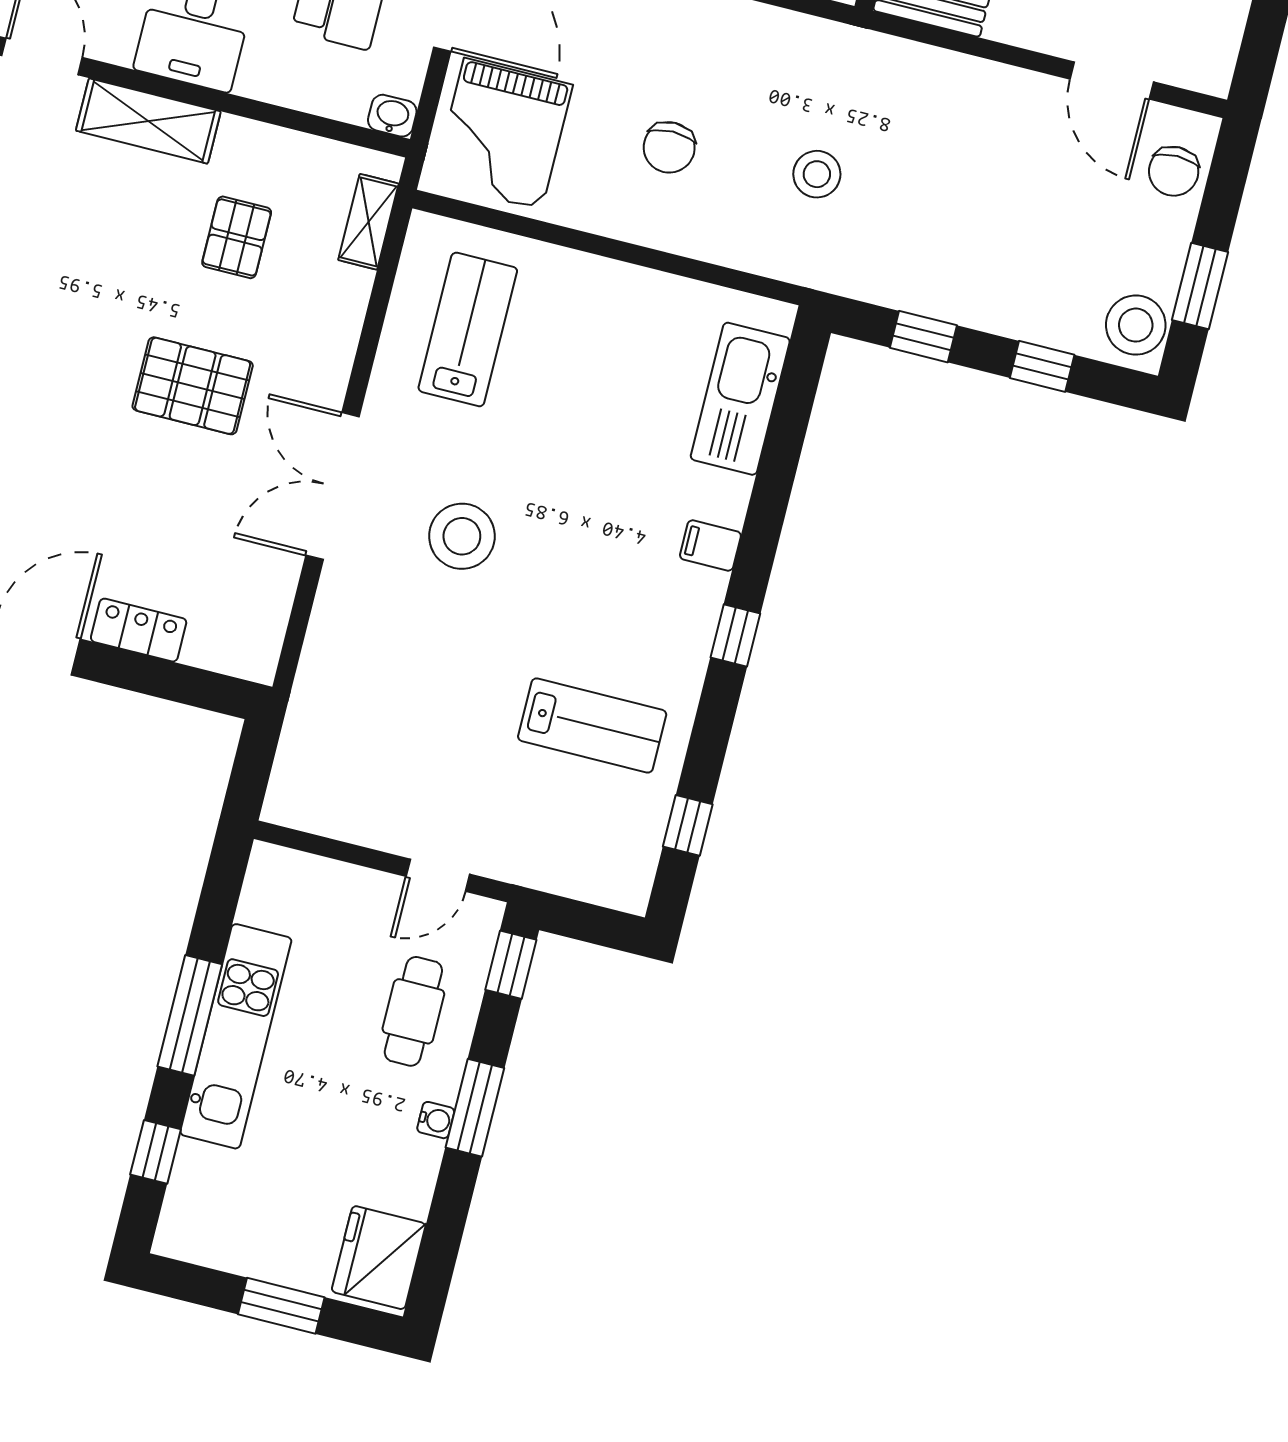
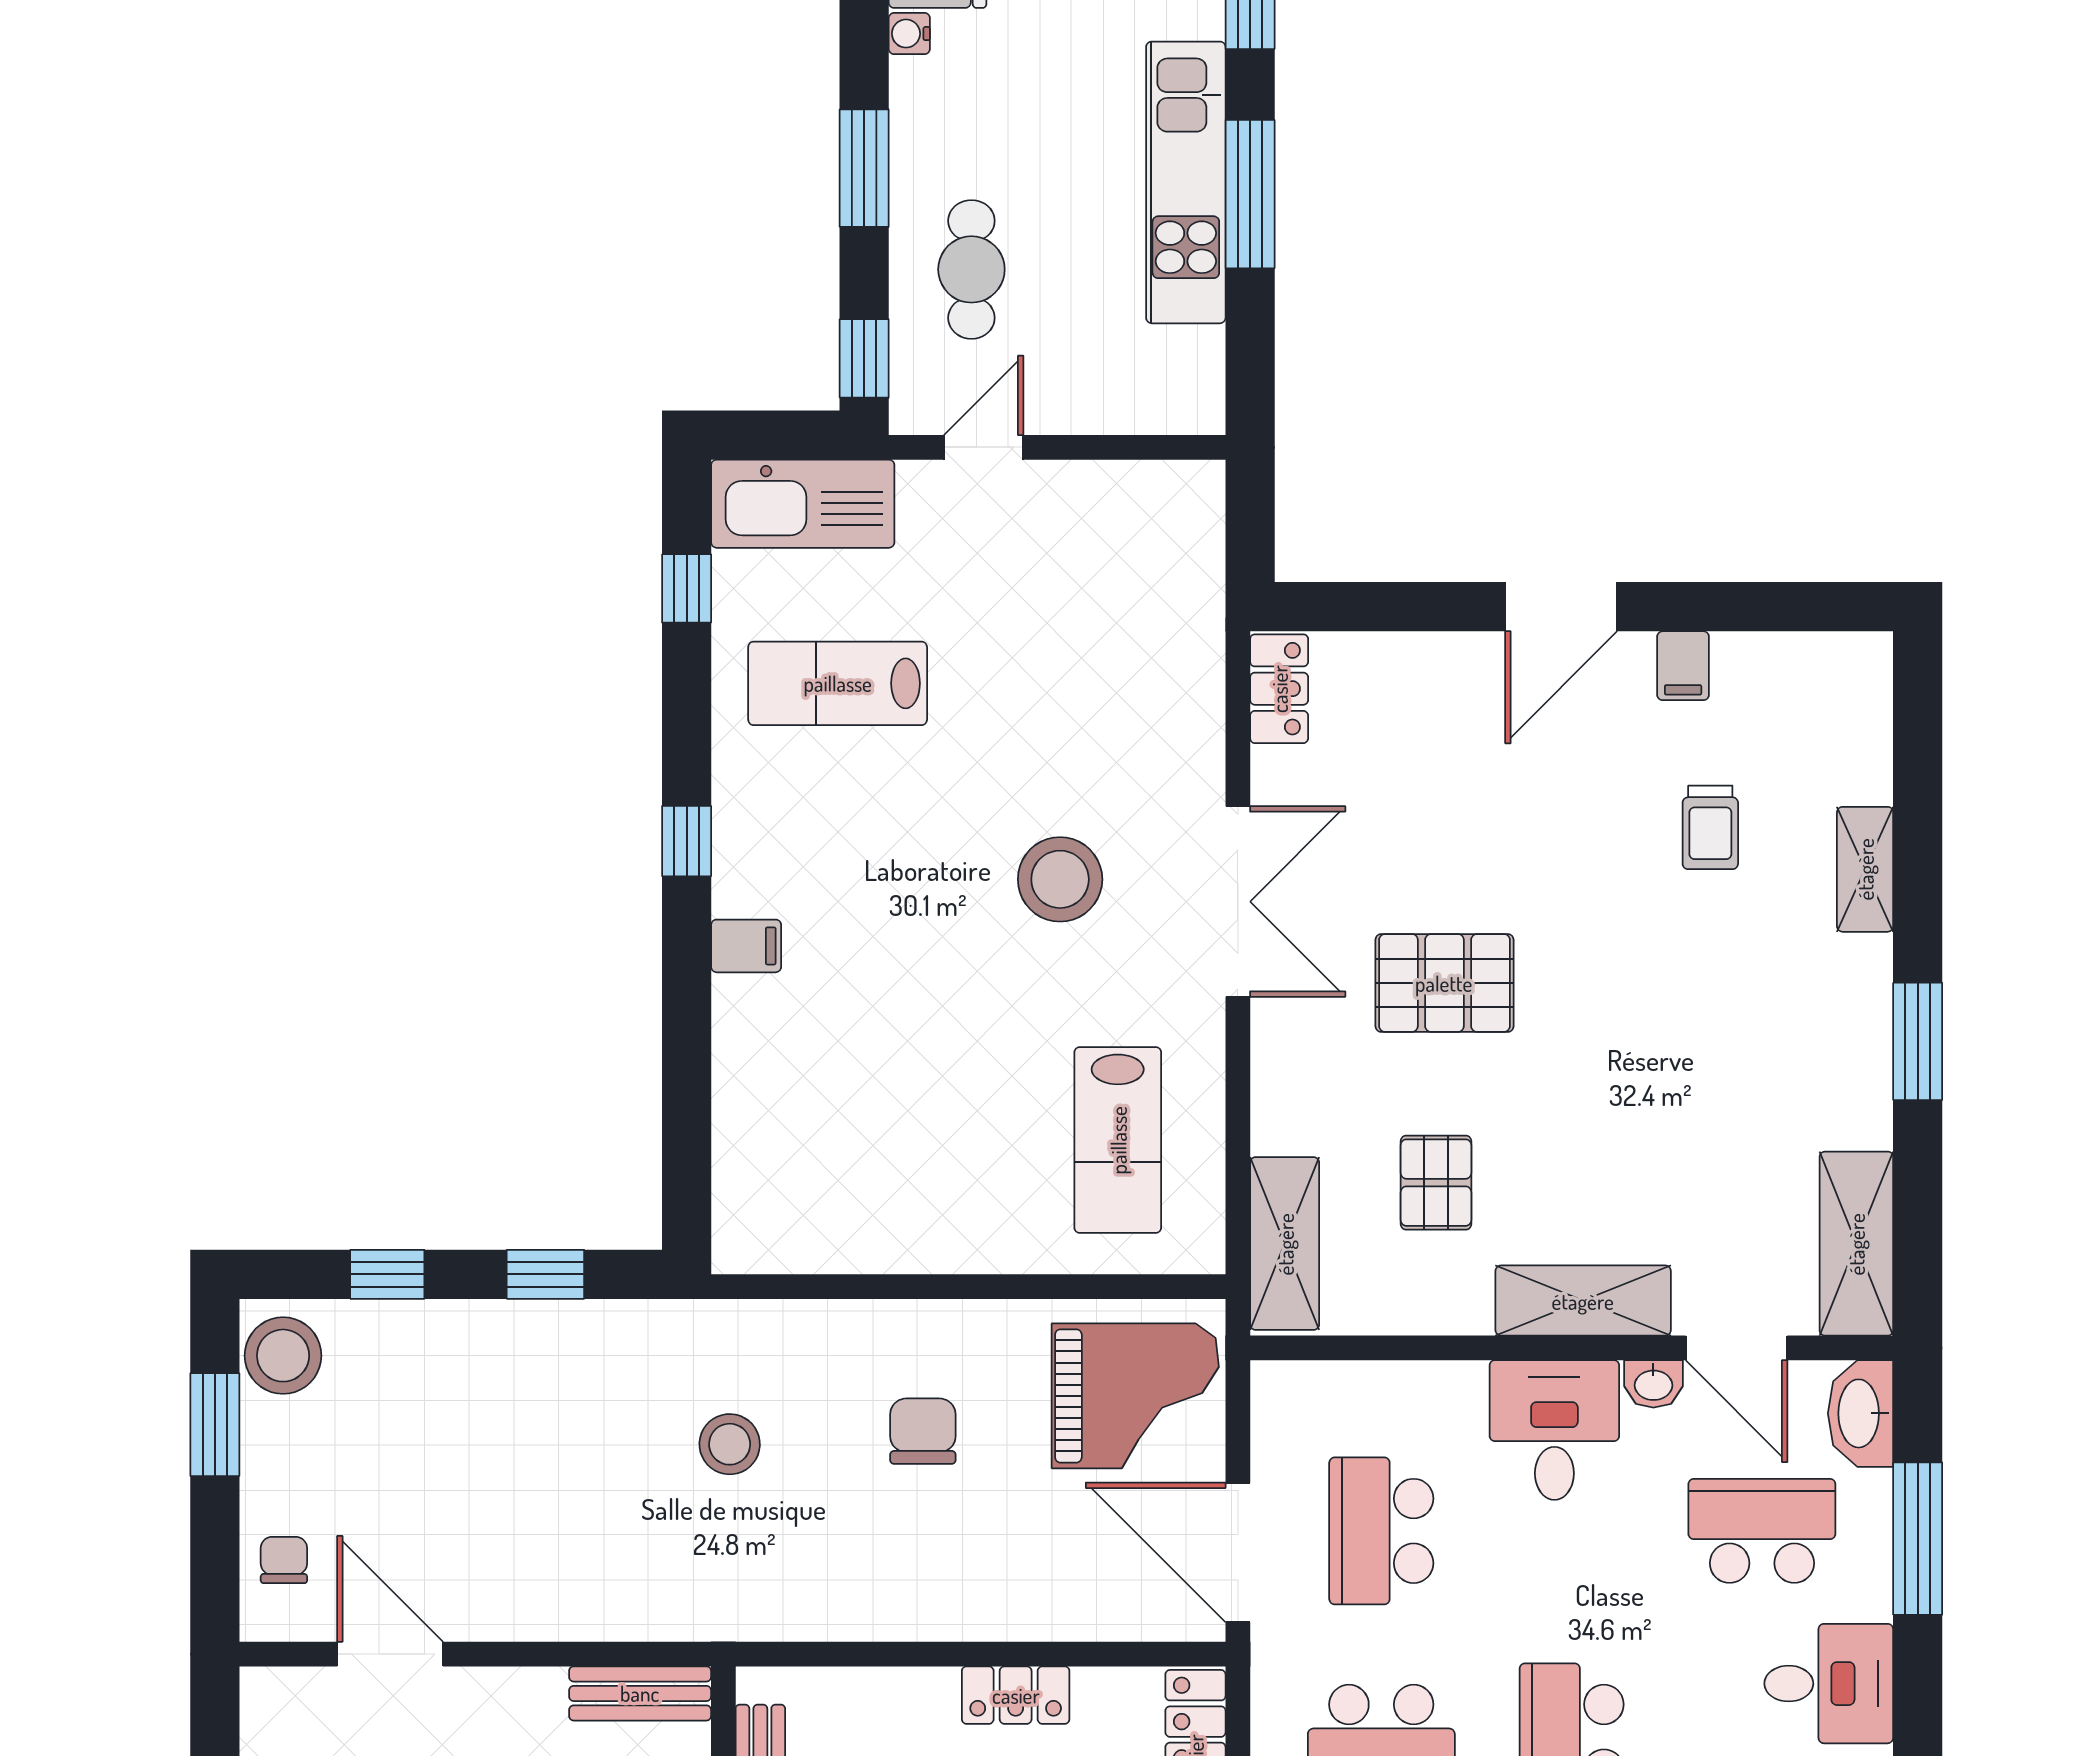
washbasin: (392, 116) -> (1653, 1384), moved
grand piano: (503, 134) -> (1135, 1396), turned 90
chair: (1174, 171) -> (284, 1560), width x0.73, depth x0.73
shelving: (368, 222) -> (1285, 1244), width x1.50, depth x1.33
kitchen sink: (740, 399) -> (803, 504), moved, turned 90
locker: (139, 630) -> (1279, 689), moved, turned -90
water cooler: (436, 1120) -> (909, 34), moved

